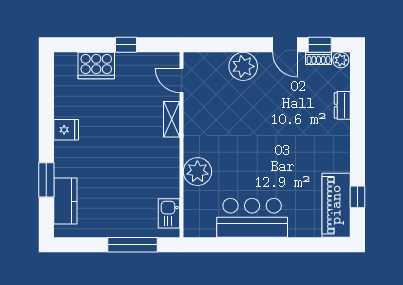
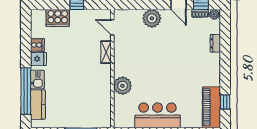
cooker: (64, 108) -> (37, 45), added
window: (46, 180) -> (26, 91), width x2.11
kitchen sink: (169, 213) -> (37, 79), moved, turned 180

